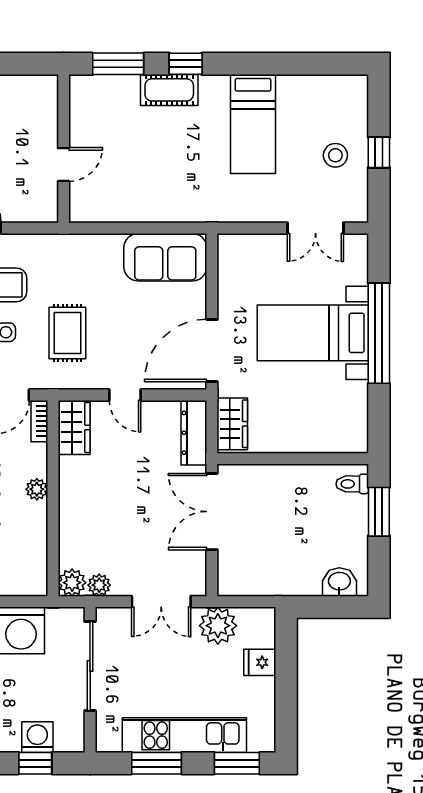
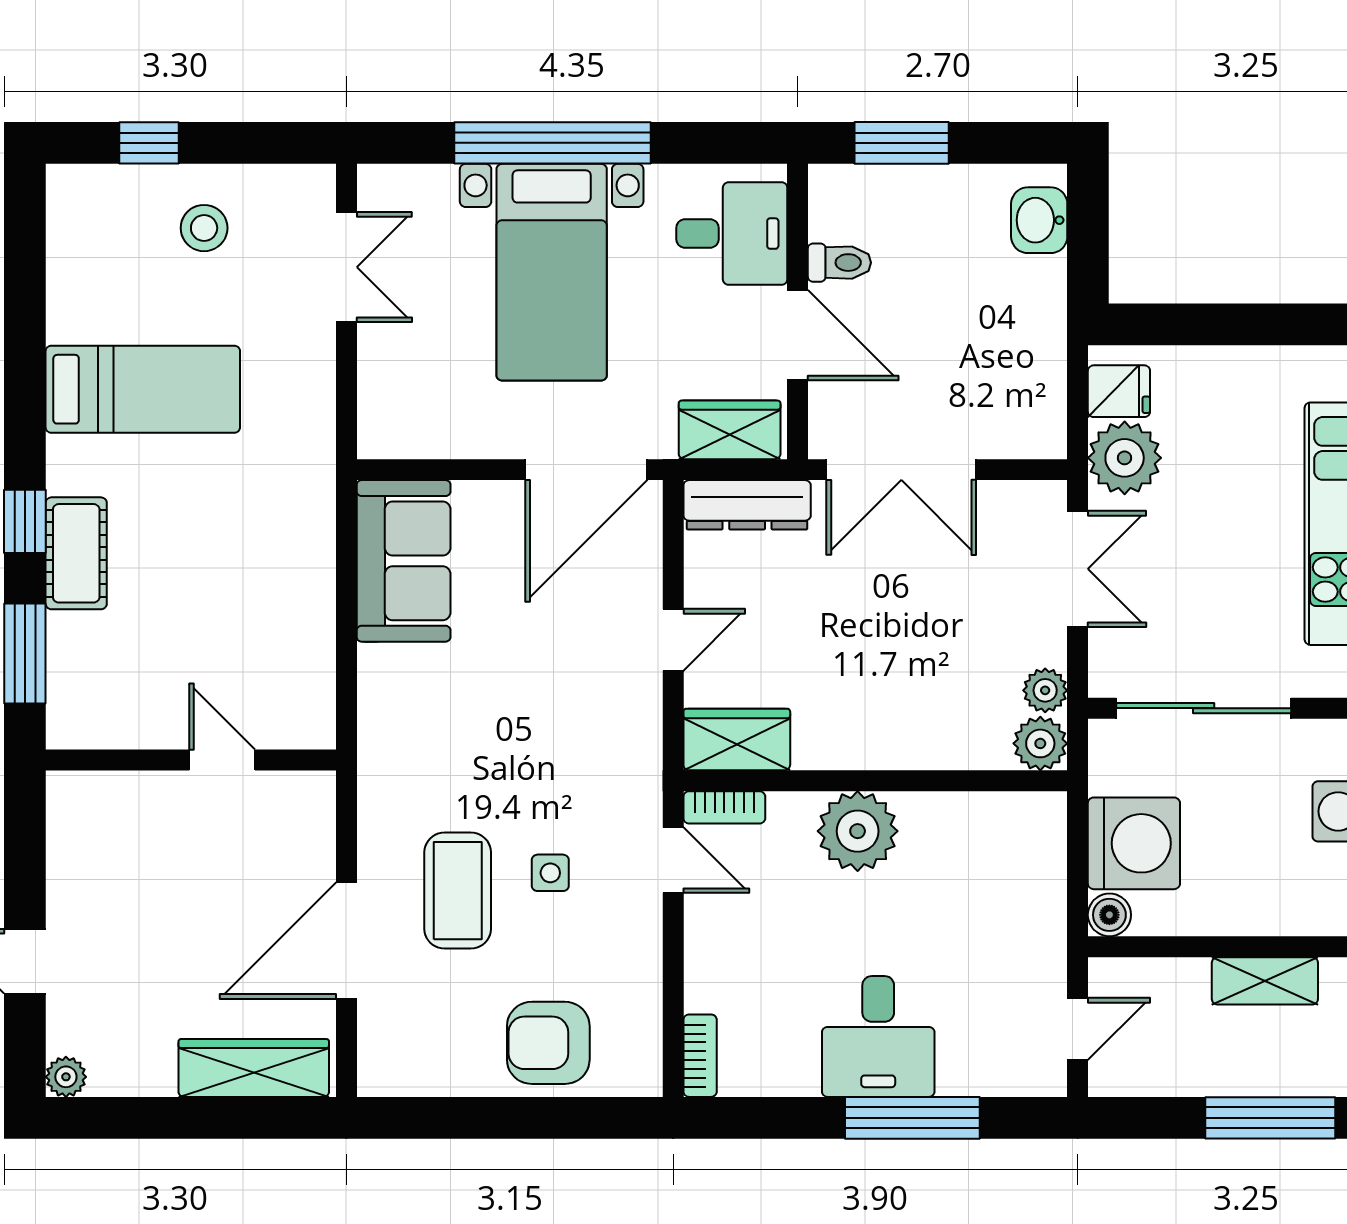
window: (379, 152) -> (149, 143), moved
rug: (67, 333) -> (552, 752), removed
door: (212, 351) -> (586, 470), hinge flipped
desk: (333, 425) -> (732, 234), added
door: (281, 459) -> (798, 335), added
toilet: (352, 484) -> (839, 263), moved, turned -90
plant: (37, 489) -> (858, 831), width x1.88, depth x1.88
fridge: (260, 662) -> (1119, 391), moved, turned -90

